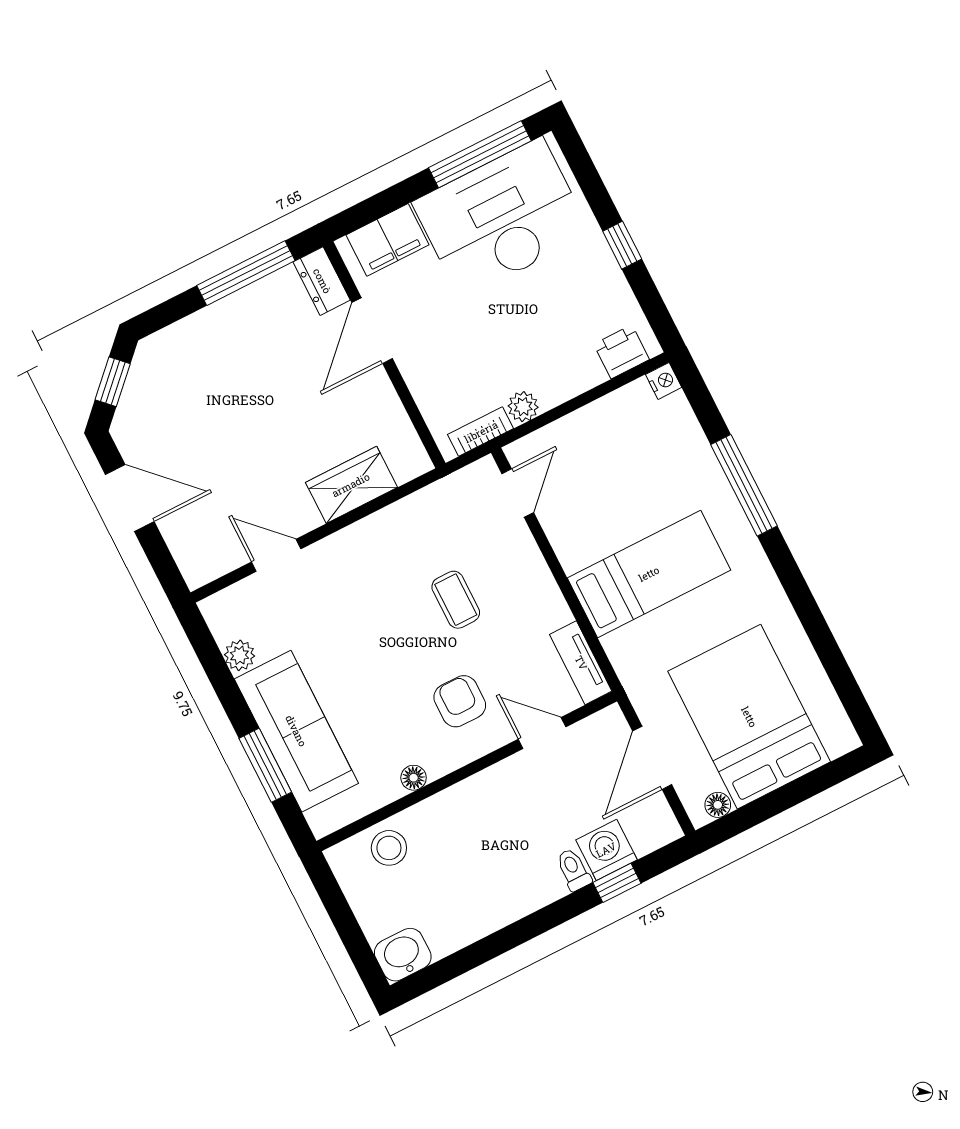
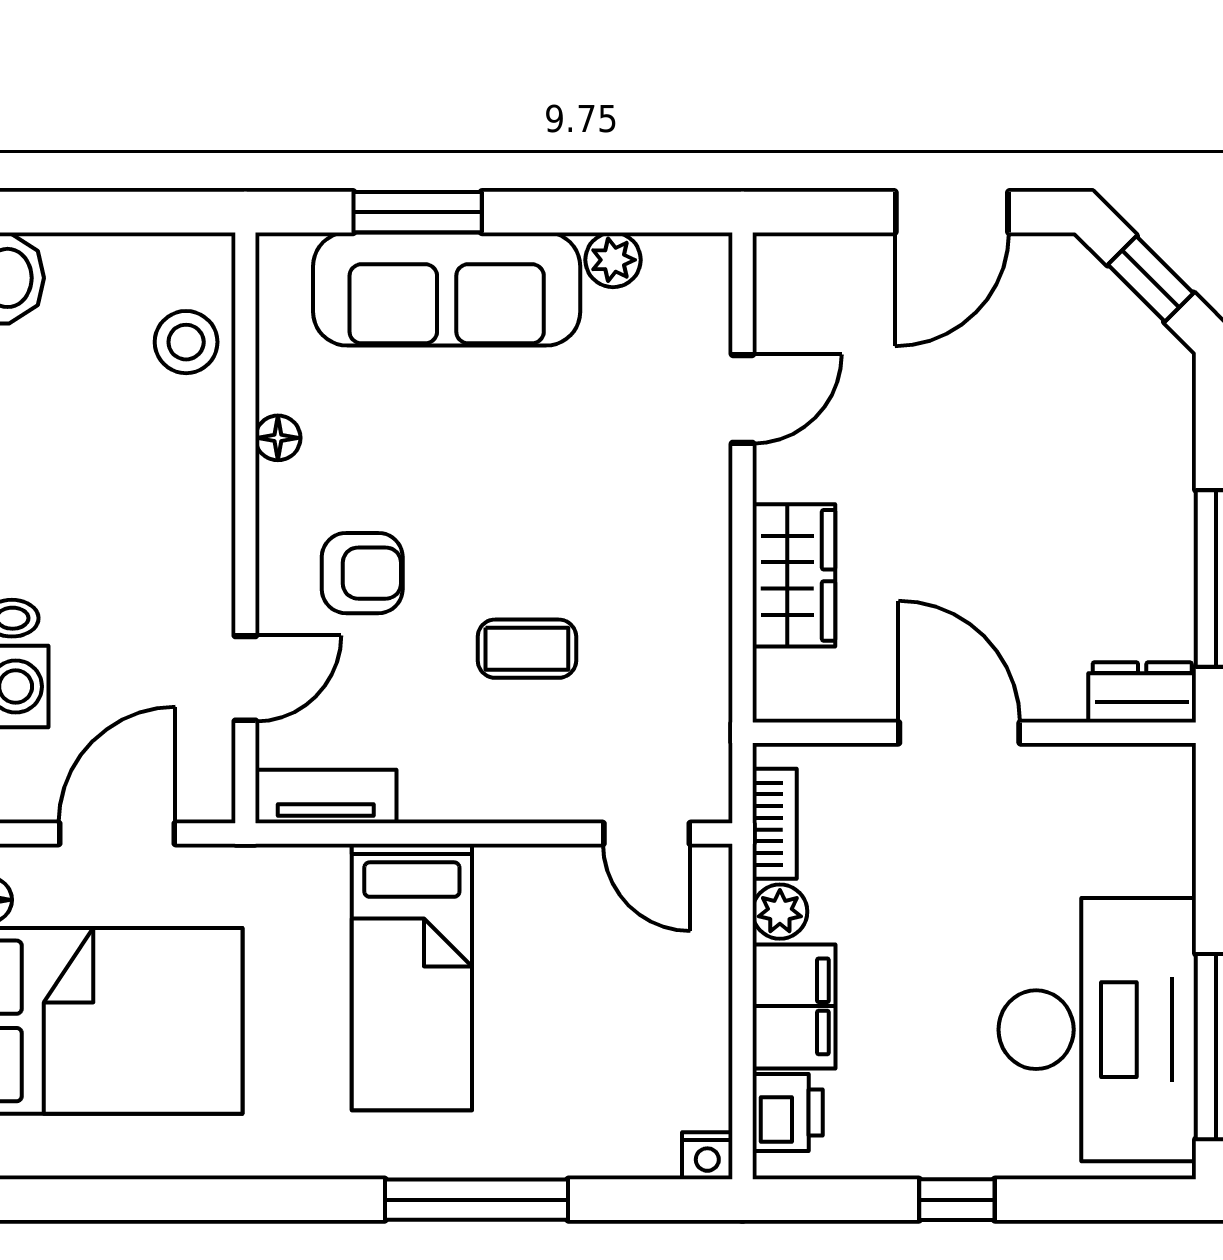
filing cabinet: (387, 240) -> (794, 1006), moved, turned 180
door: (372, 331) -> (959, 733), moved
door: (652, 758) -> (117, 833), hinge flipped

